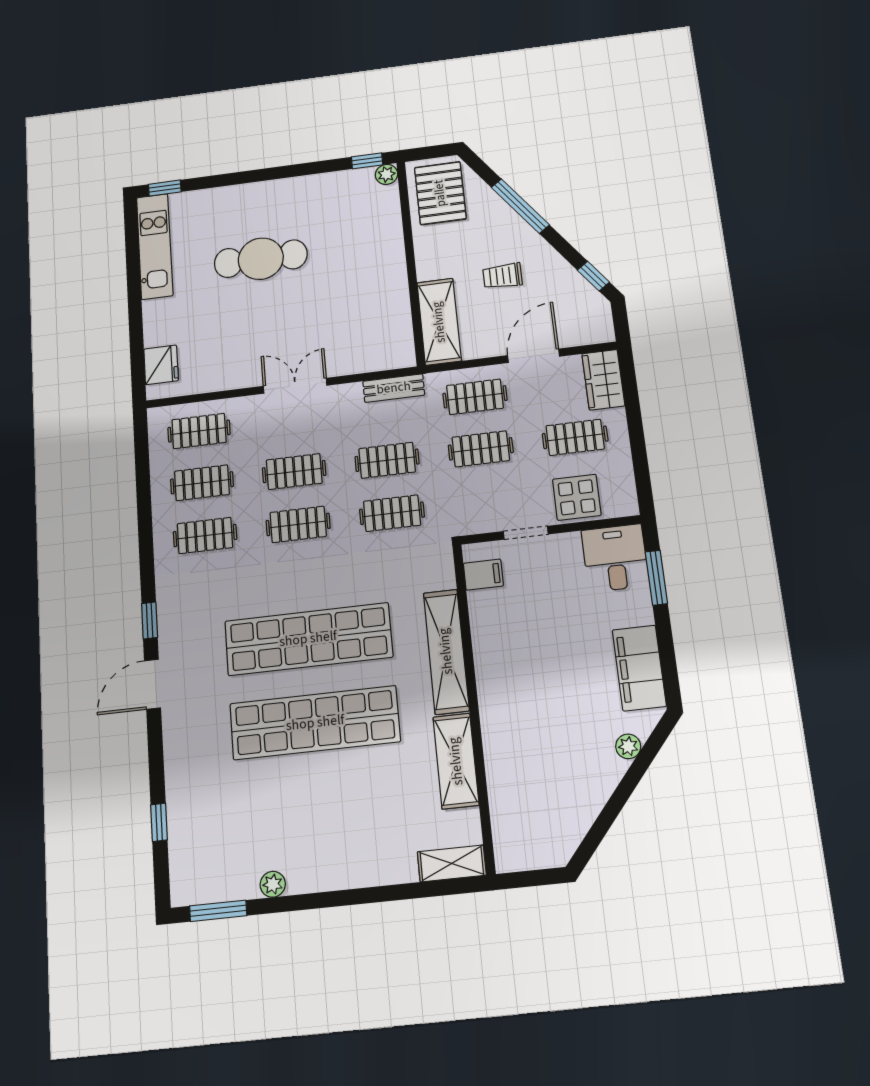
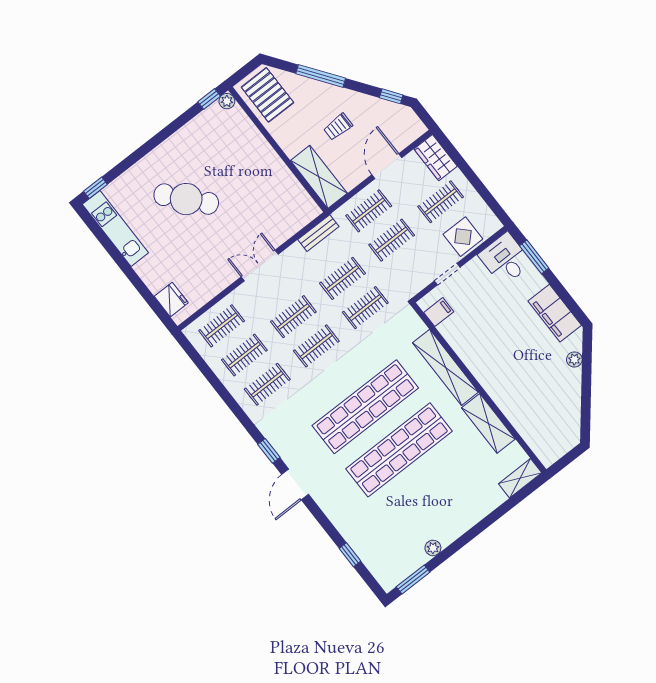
cafe table: (261, 259) -> (186, 199), turned 49

